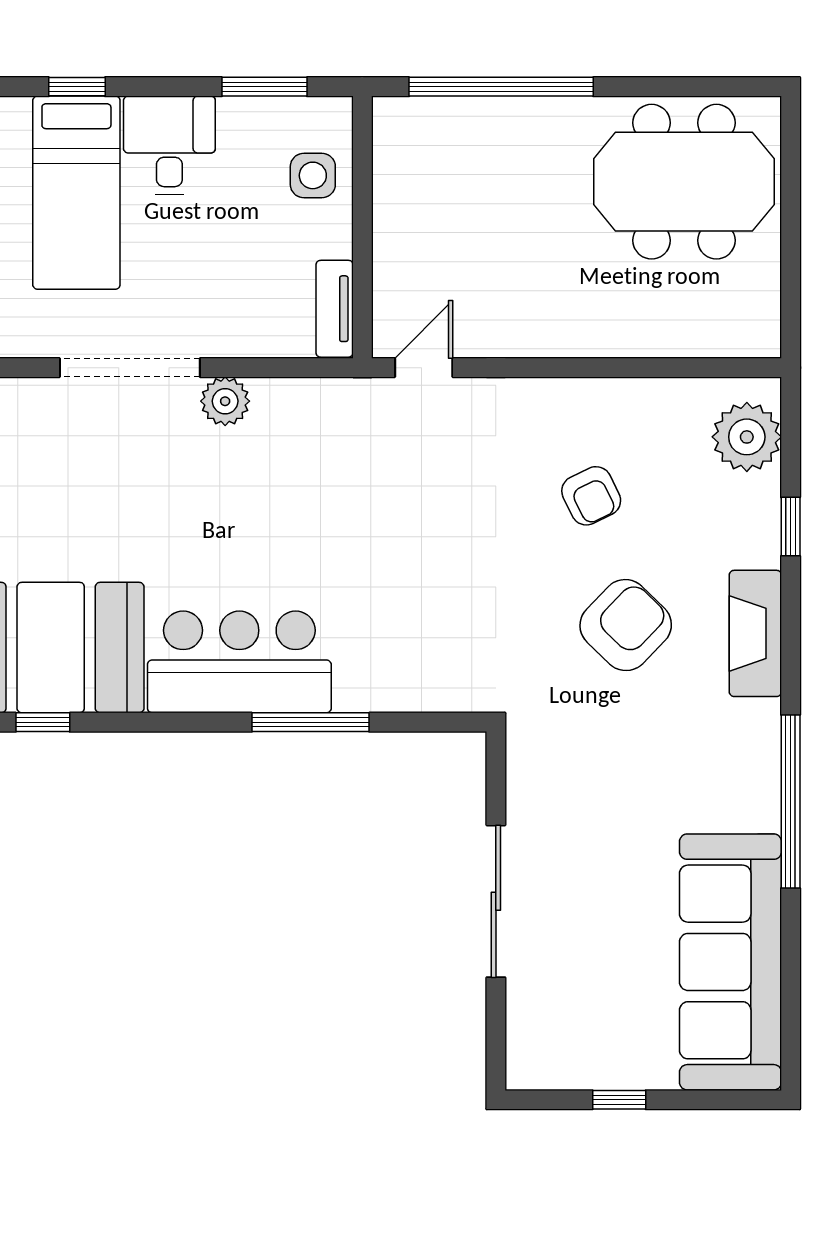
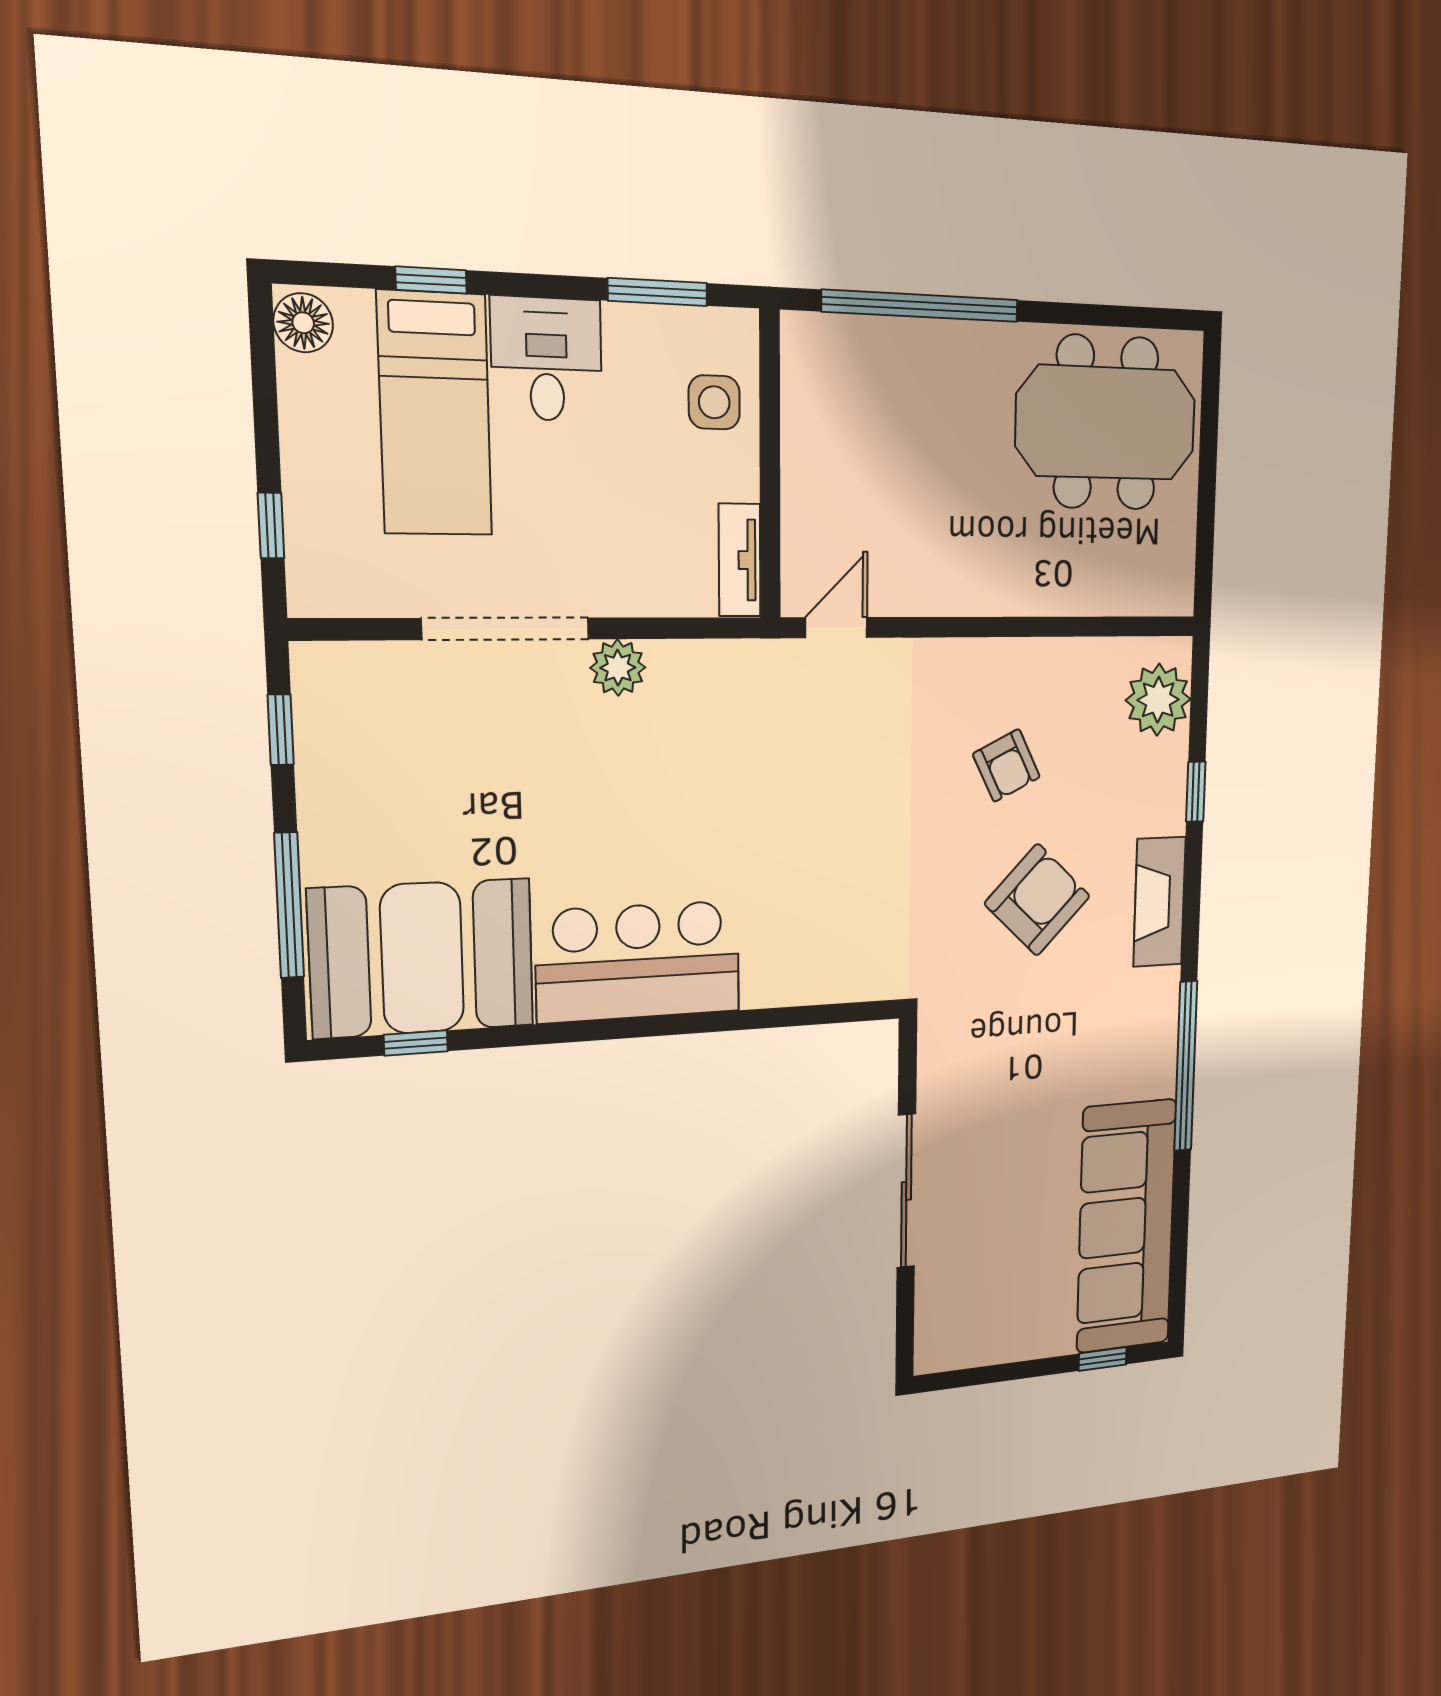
window: (310, 722) -> (716, 1022), removed
window: (619, 1100) -> (1103, 1359), moved

